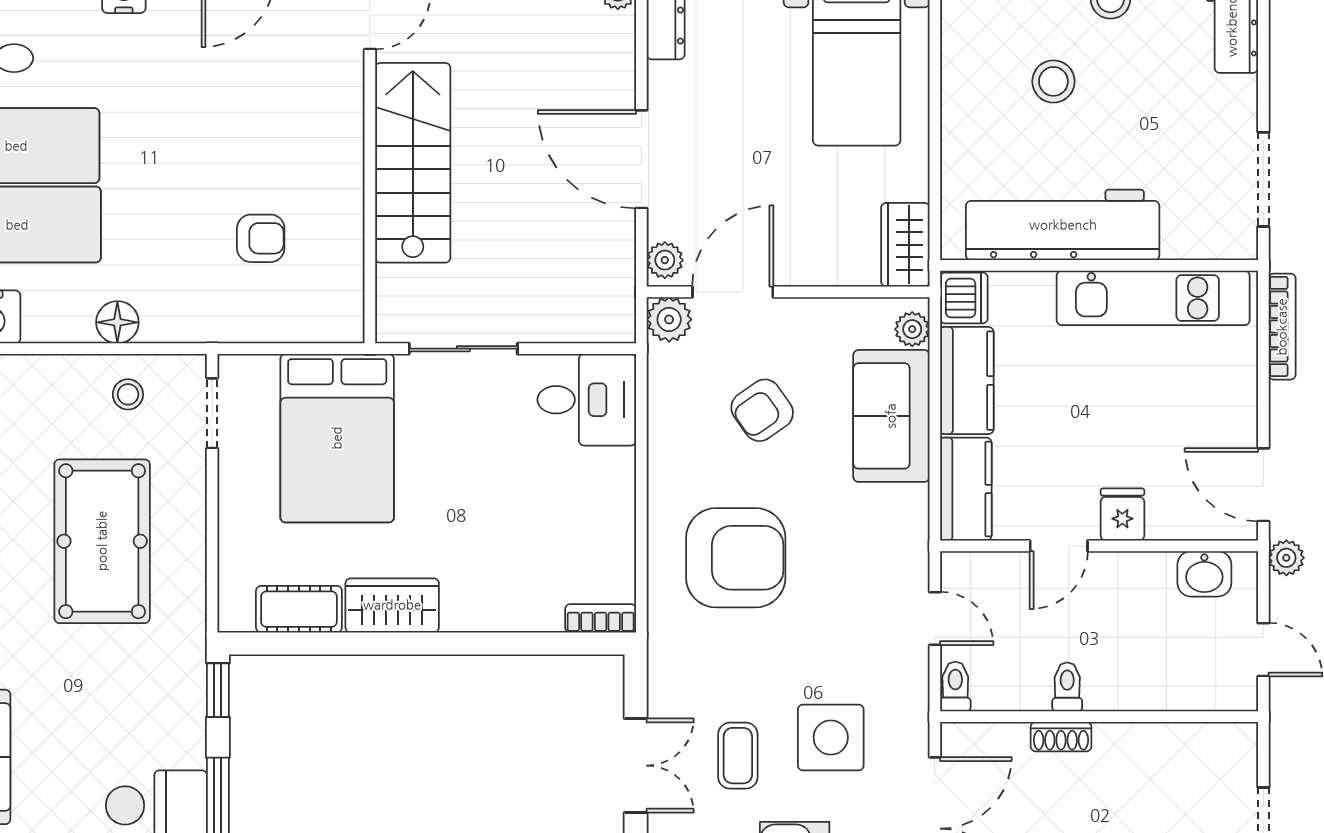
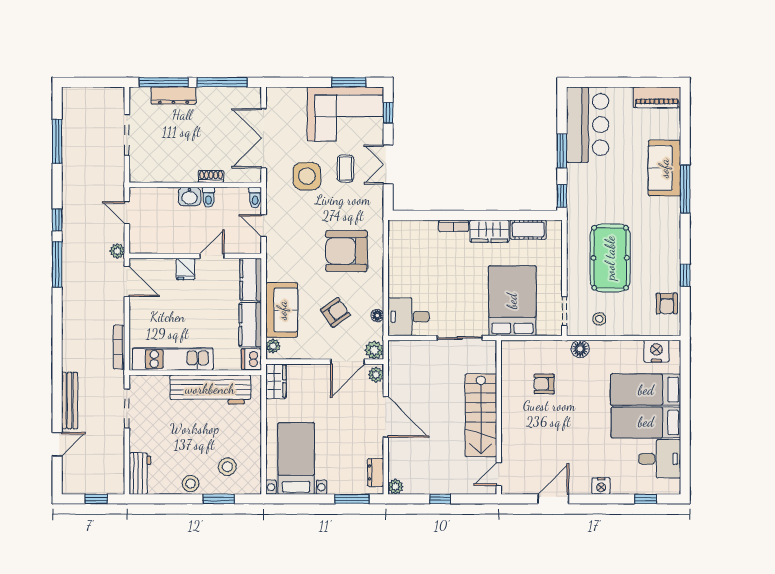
stool: (1053, 81) -> (227, 467), moved
floor lamp: (117, 322) -> (580, 349), moved
floor lamp: (662, 403) -> (377, 315), added
washbasin: (1204, 574) -> (190, 197), moved, turned 180
bookcase: (601, 618) -> (454, 226), moved

